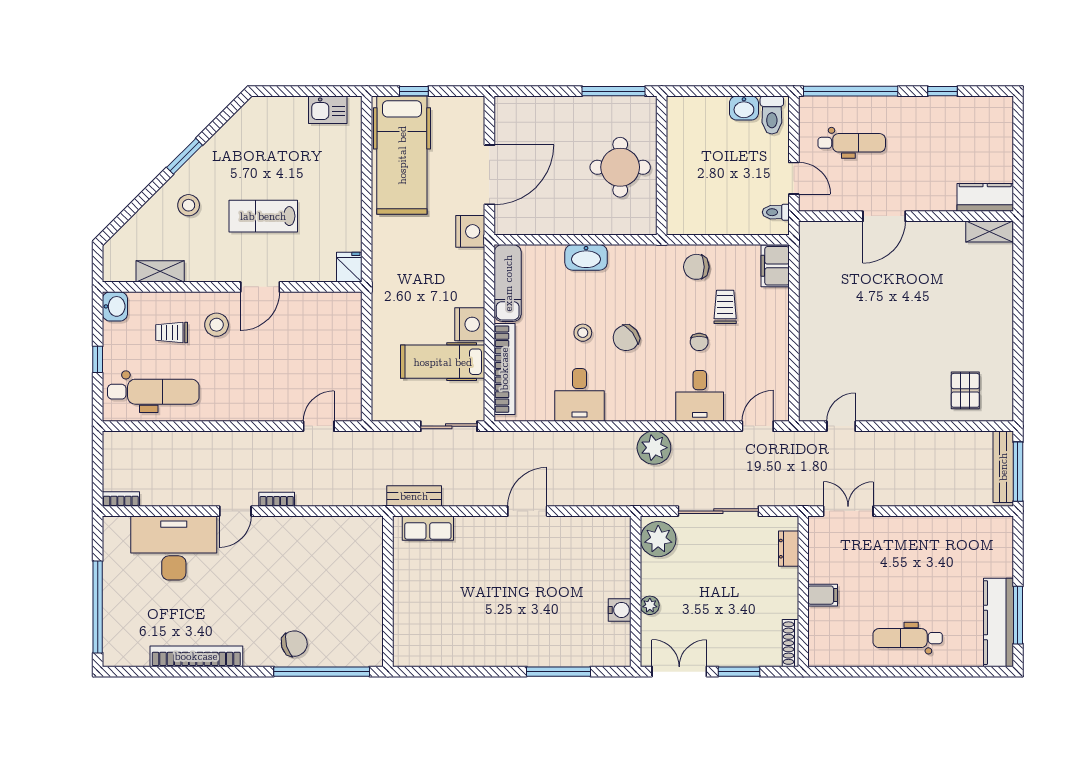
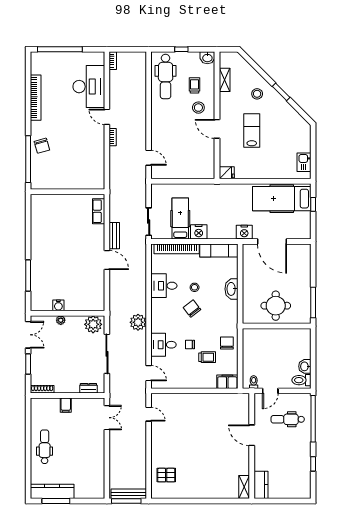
dental chair: (852, 143) -> (288, 419), turned 90
bench: (414, 496) -> (114, 236), moved

